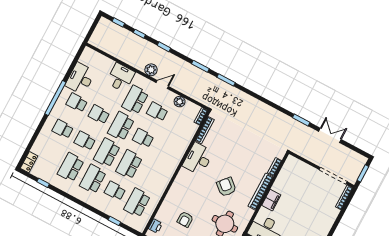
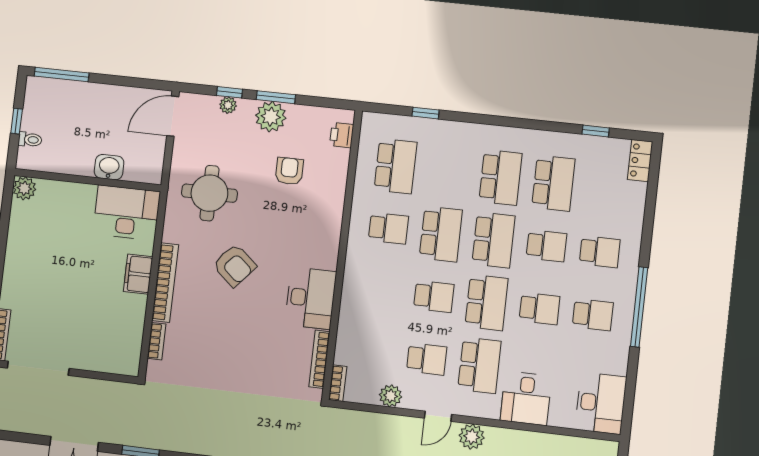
desk: (80, 79) -> (601, 403), moved
school desk: (115, 191) -> (388, 228), moved

